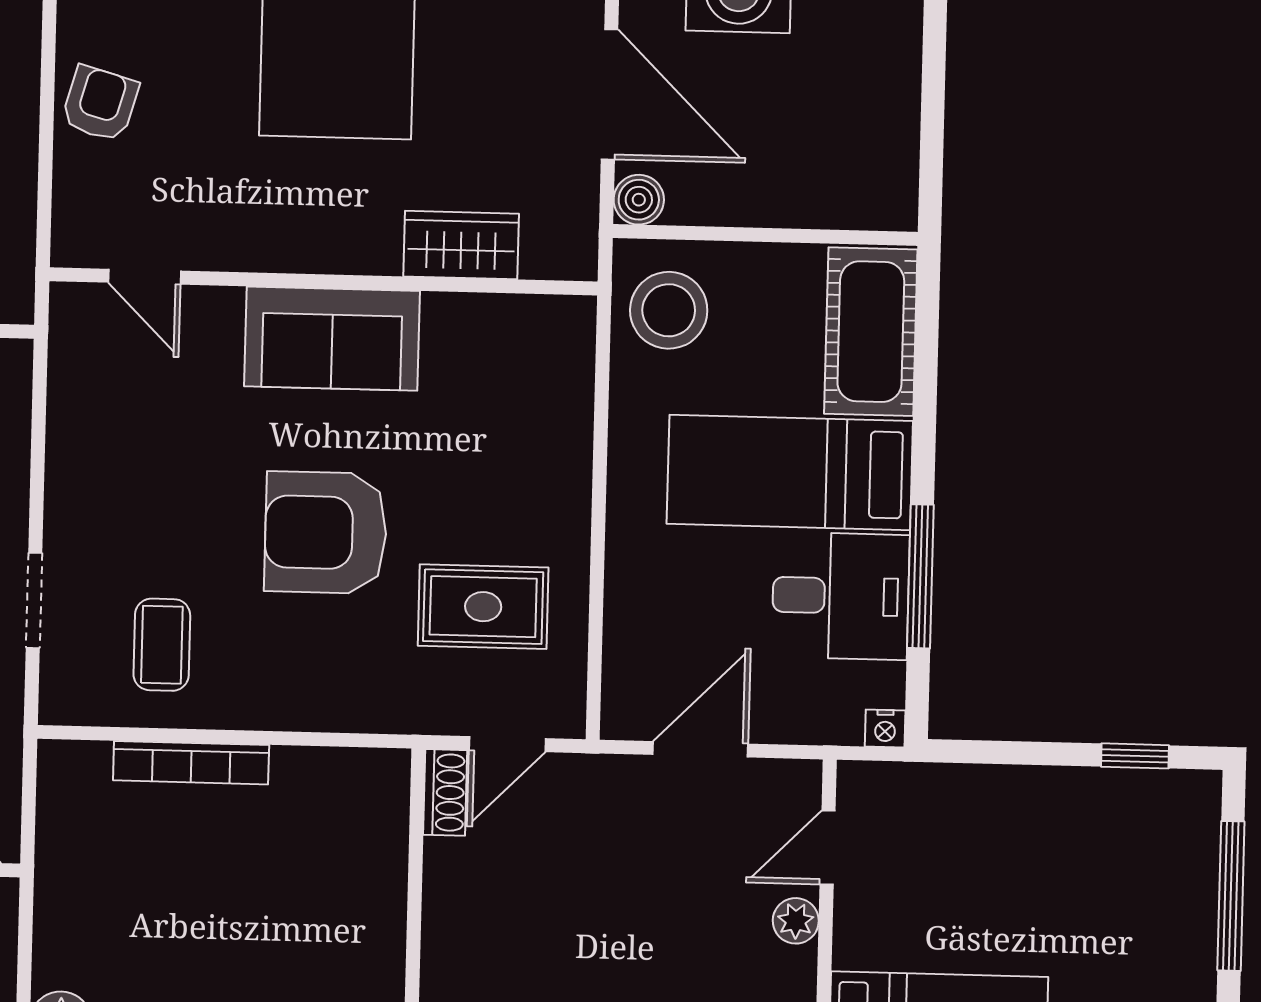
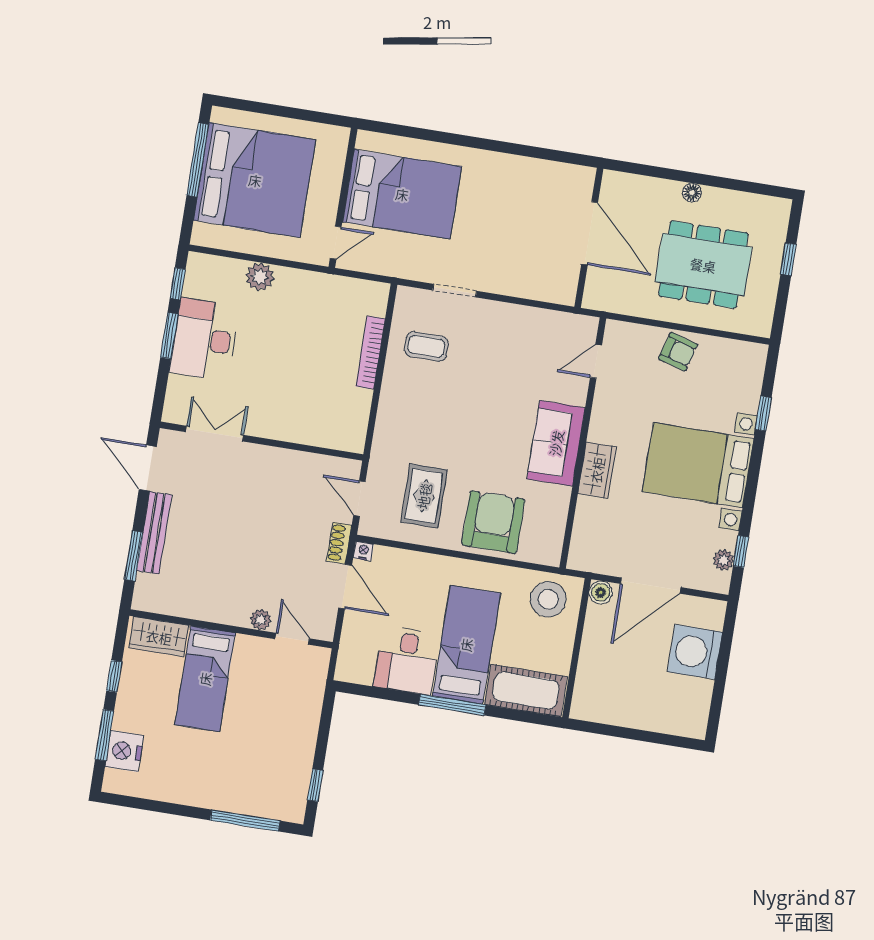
wardrobe: (461, 245) -> (597, 470), moved
armchair: (326, 533) -> (493, 522), moved
window: (920, 576) -> (452, 705), moved
nightstand: (885, 728) -> (363, 551), moved, turned 90
shoe rack: (445, 792) -> (339, 543), moved, turned 90

